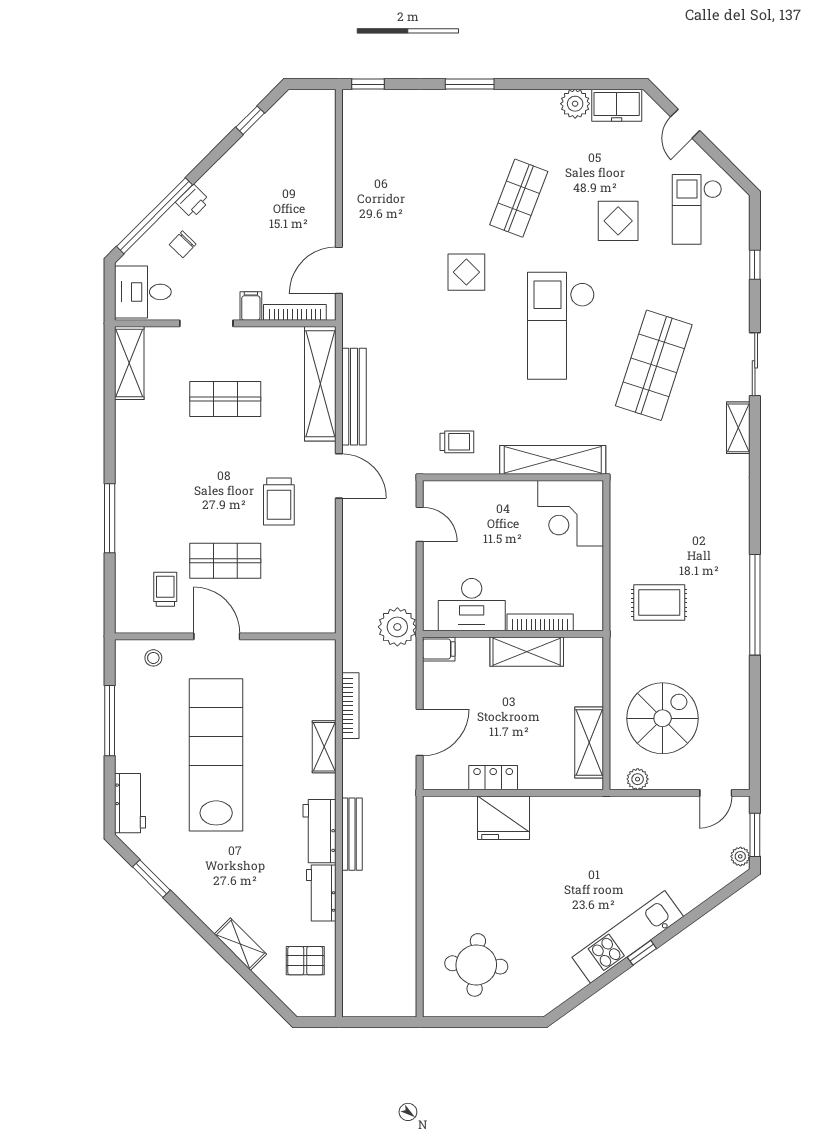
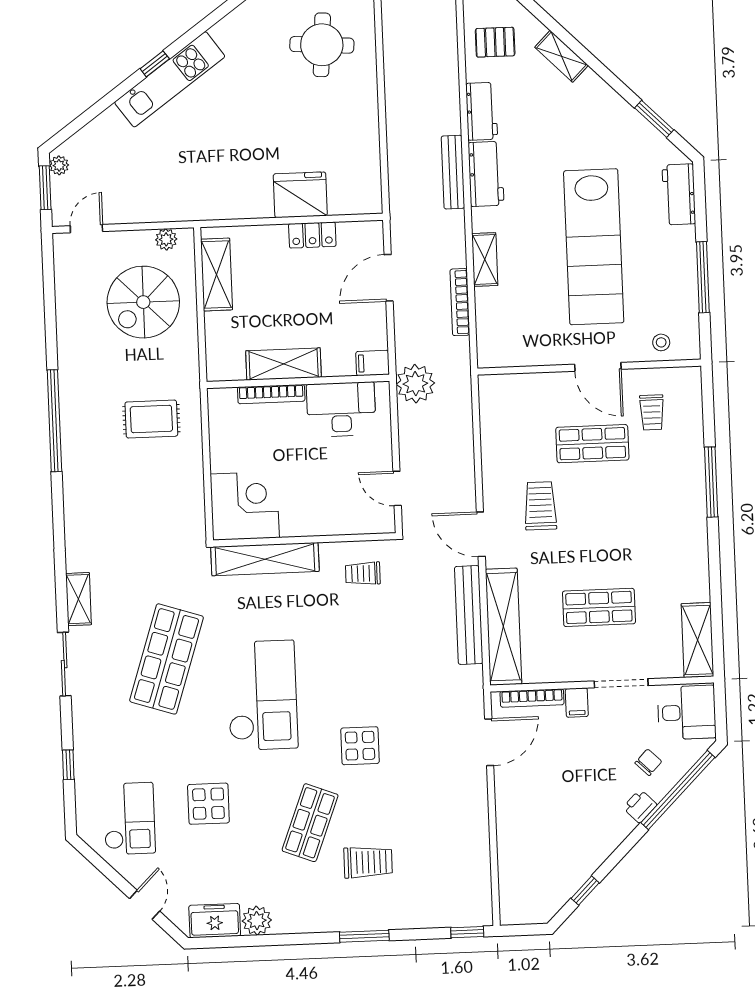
trolley: (463, 157) -> (368, 862), added

